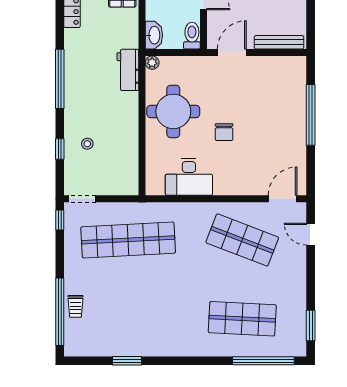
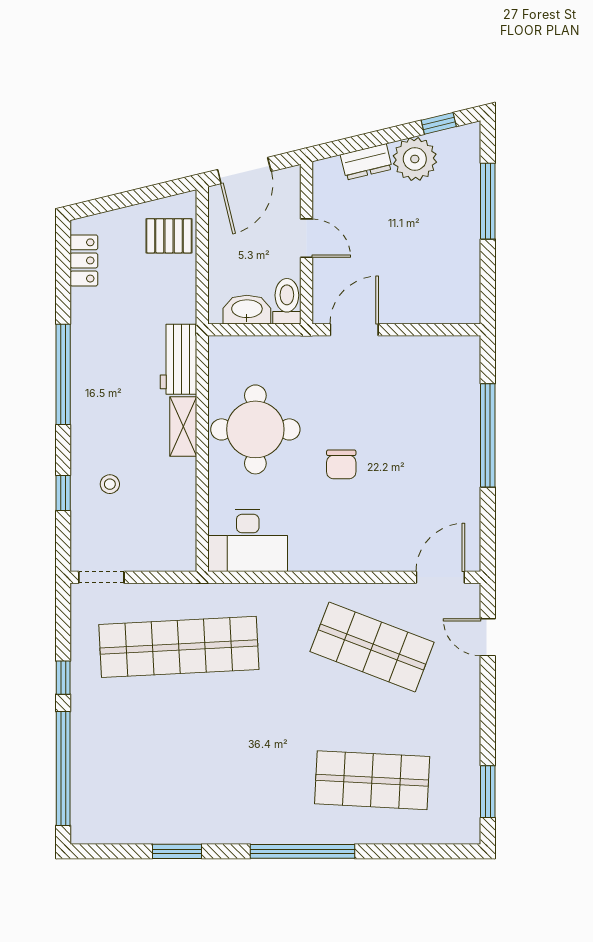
washbasin: (154, 35) -> (247, 310), moved, turned -90
bench: (279, 42) -> (434, 312), removed
plant: (152, 63) -> (220, 347), removed
shelving: (131, 110) -> (183, 426), added
desk: (189, 177) -> (248, 540), moved
window: (60, 220) -> (63, 678), moved
trolley: (76, 306) -> (90, 759), removed
window: (263, 361) -> (302, 851), moved

